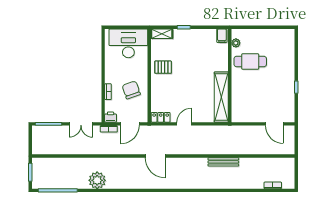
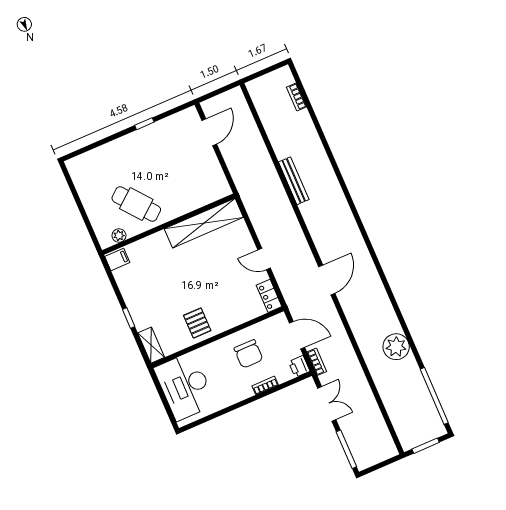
cafe table: (250, 62) -> (136, 204), turned -39
chair: (131, 90) -> (249, 354), turned -71

